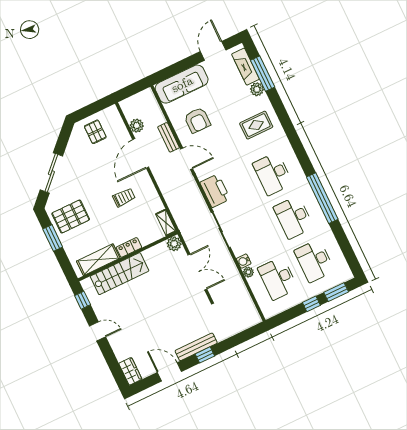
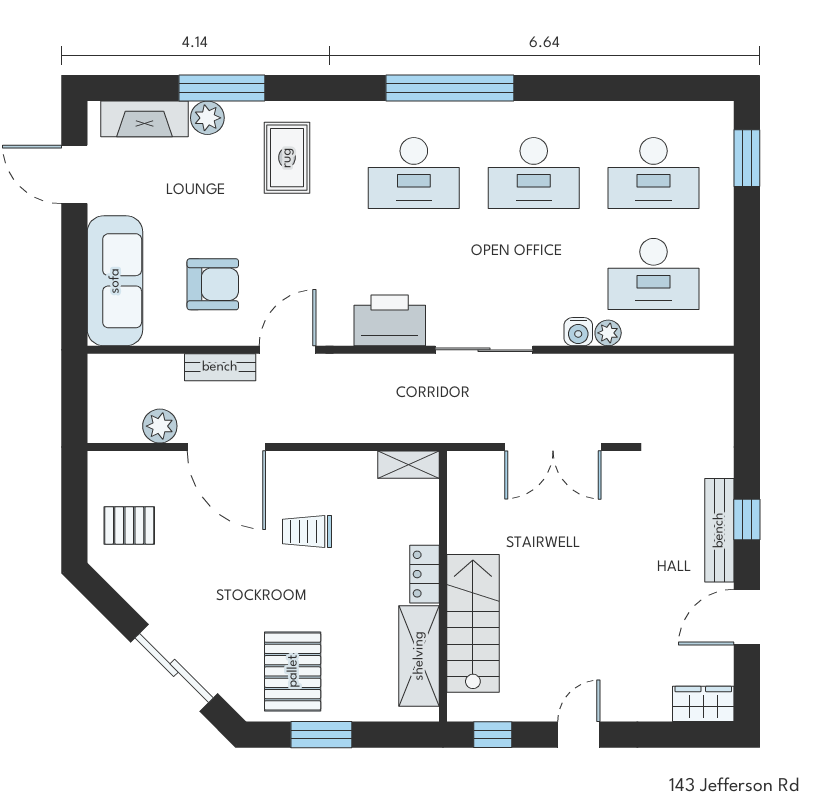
window: (263, 74) -> (222, 88), moved
trolley: (124, 197) -> (307, 532), turned -90
window: (322, 198) -> (450, 88), moved
plant: (174, 244) -> (465, 469), removed
double door: (197, 272) -> (553, 447), swing flipped
window: (311, 304) -> (747, 226), removed

